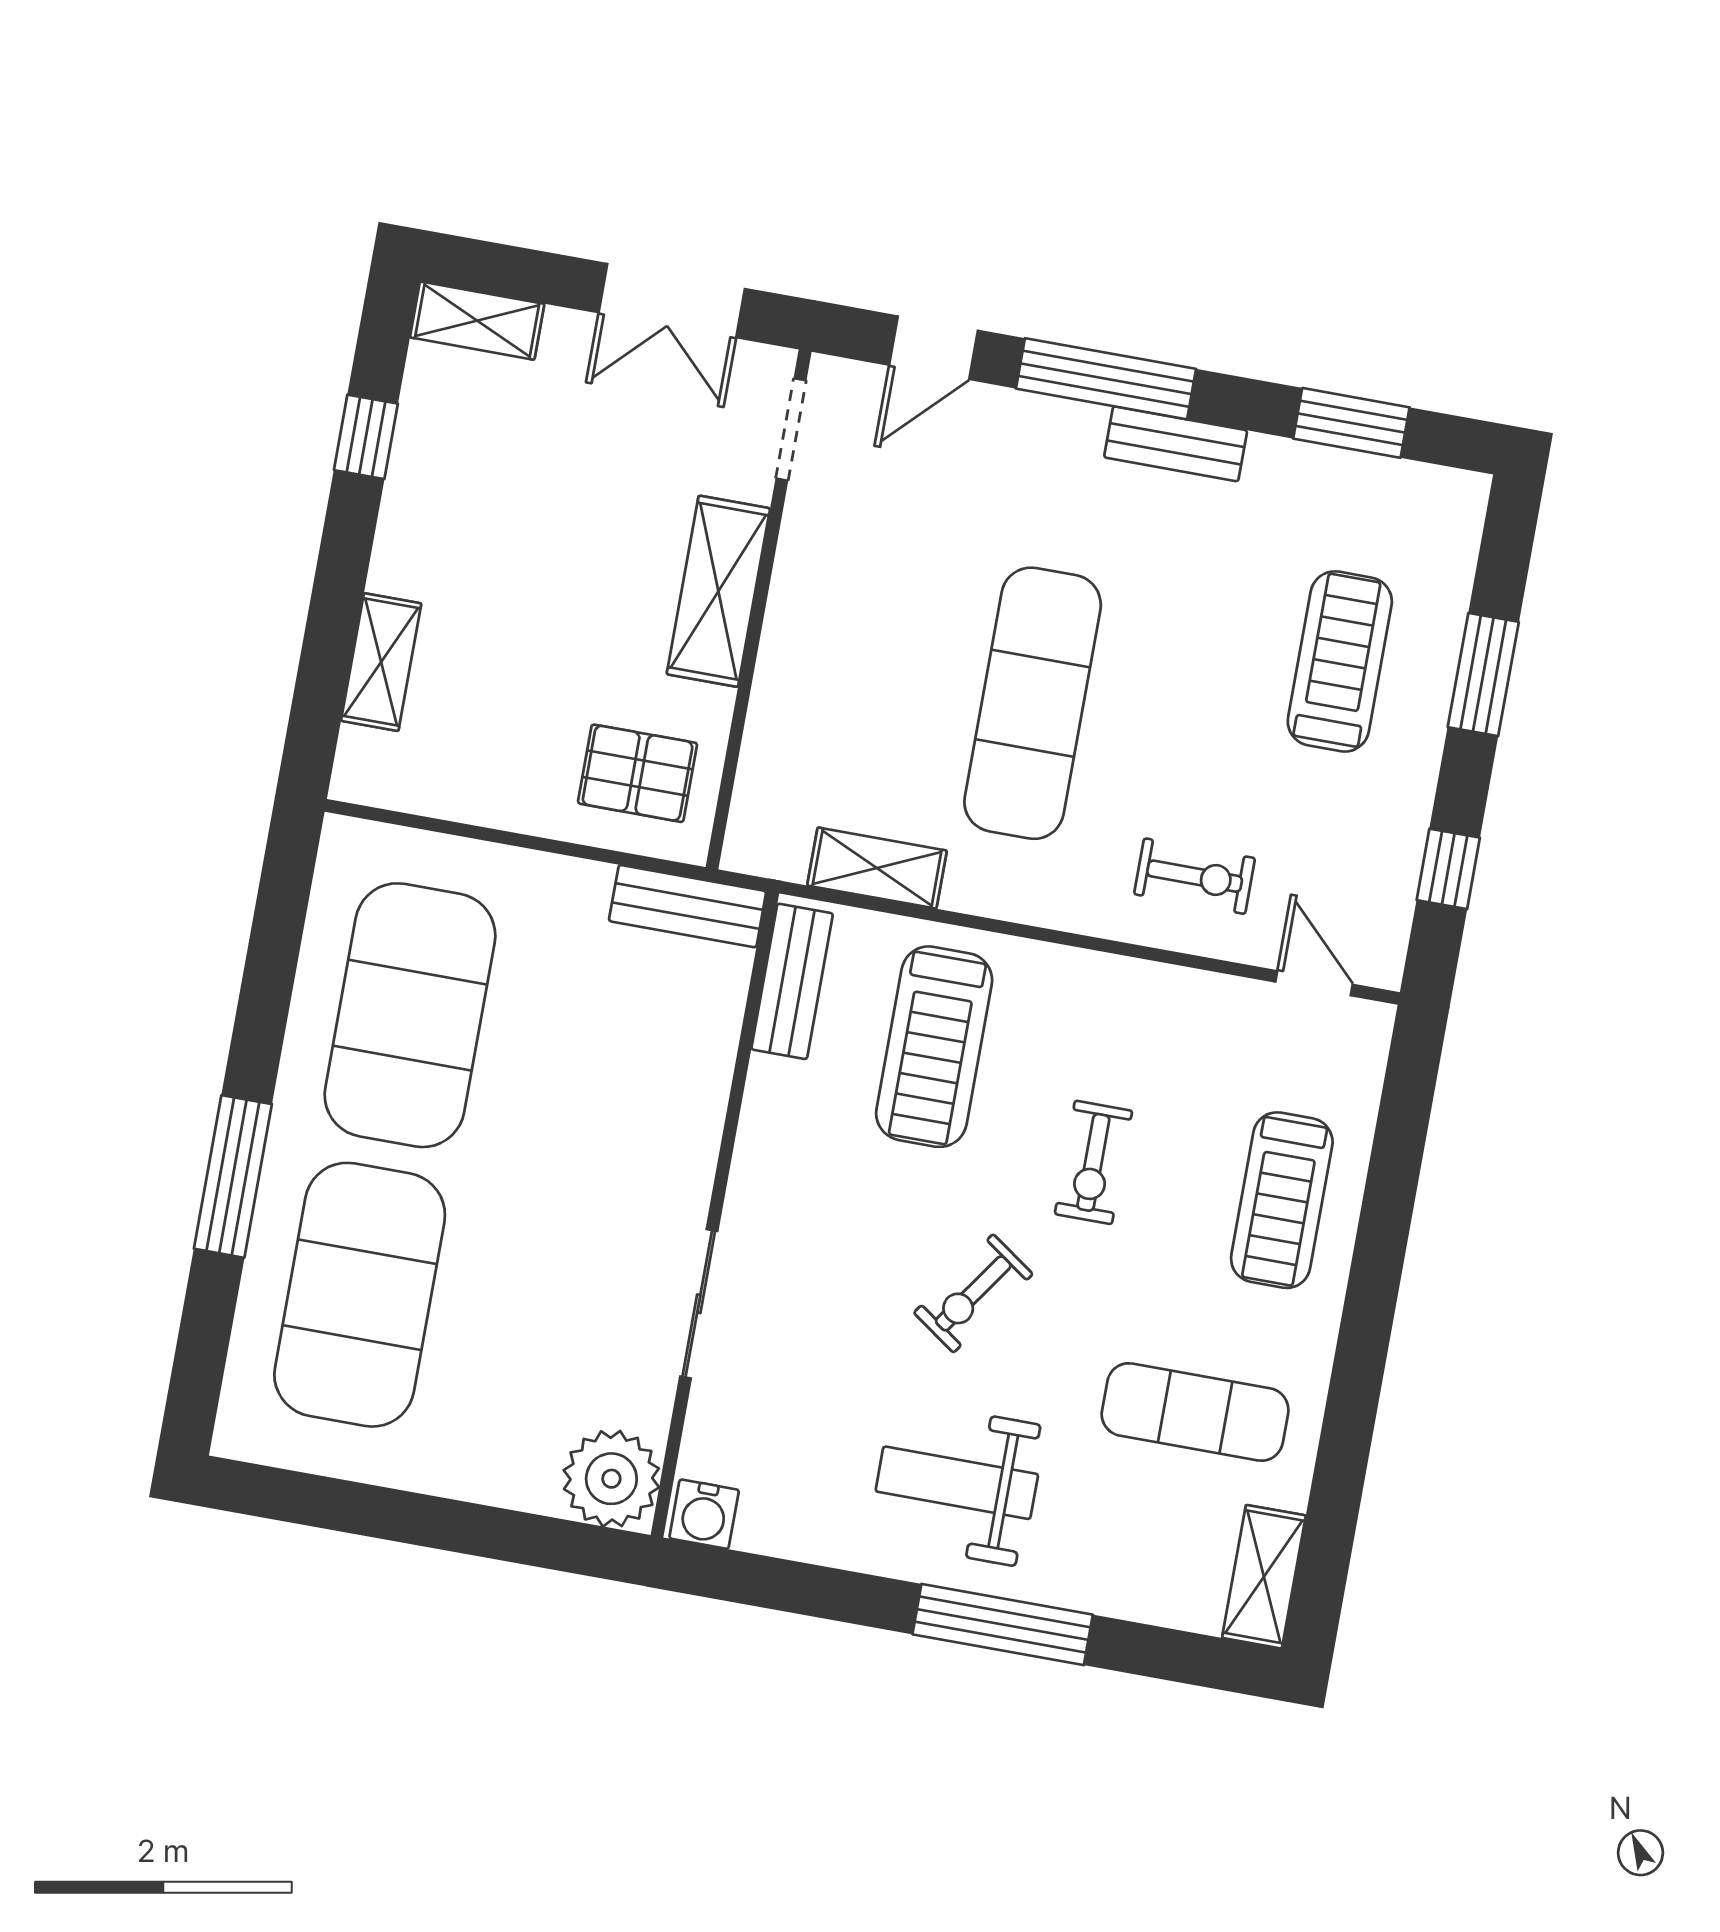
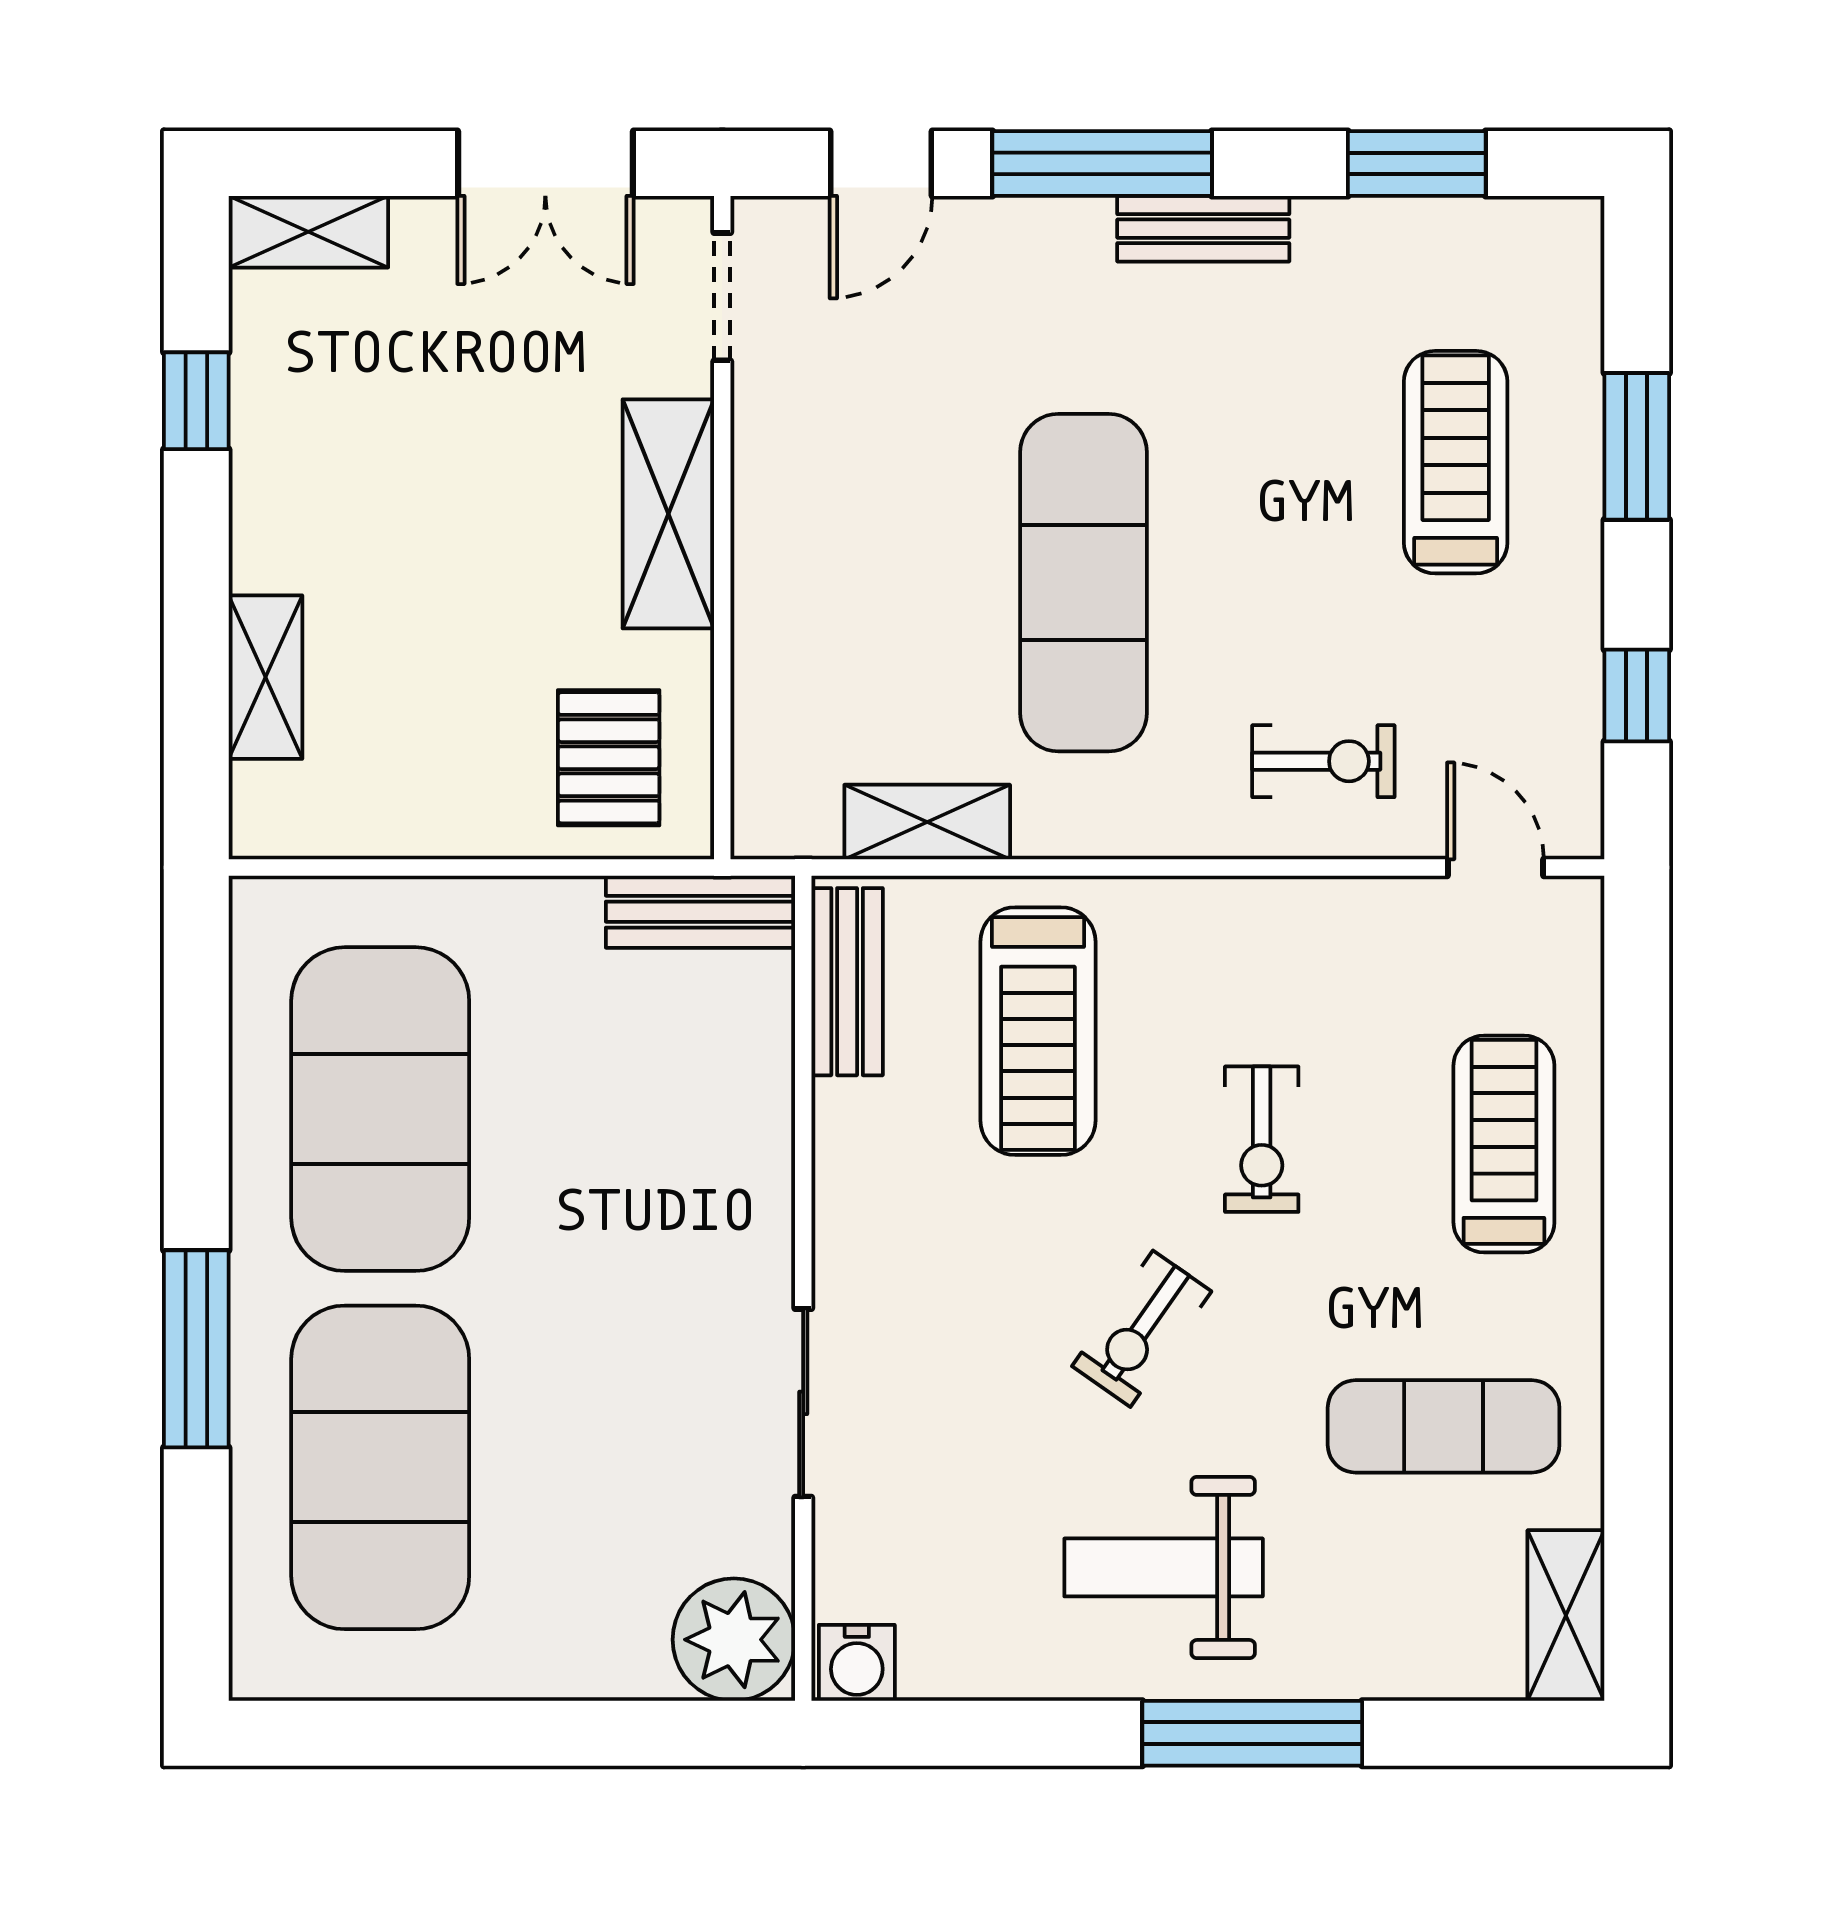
pallet: (638, 773) -> (609, 758), turned 90
treadmill: (1282, 1200) -> (1504, 1144), turned 180

